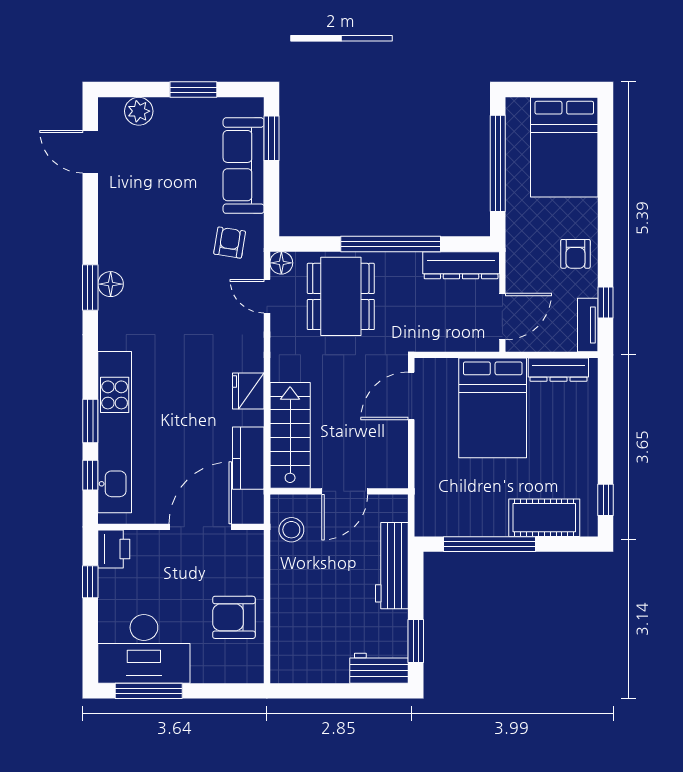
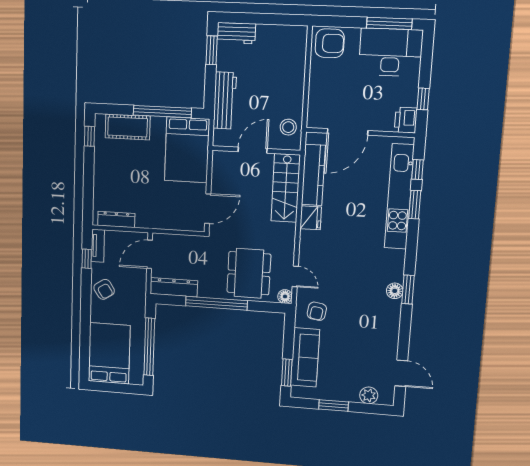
armchair: (575, 254) -> (104, 289), turned 147
bed: (493, 408) -> (187, 150), moved, turned 180
kitchen counter: (248, 458) -> (313, 175), width x1.50
armchair: (234, 617) -> (330, 43), moved

